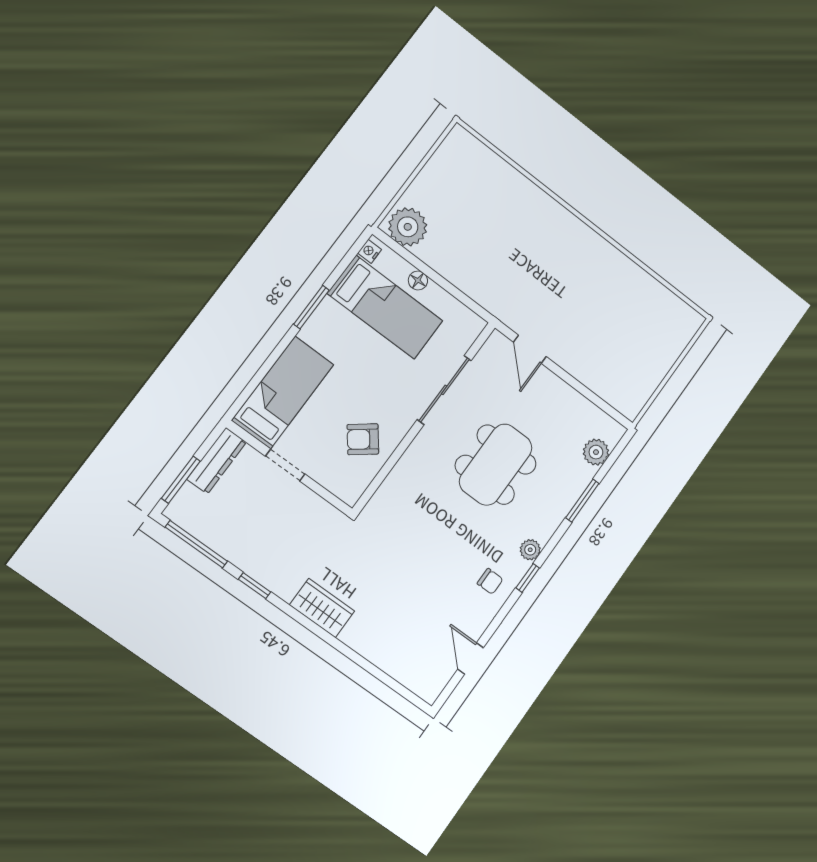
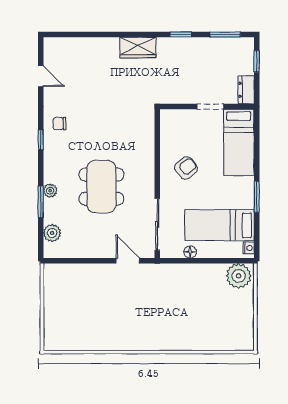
floor lamp: (418, 280) -> (190, 252), moved
sliding door: (444, 390) -> (157, 225), moved
armchair: (363, 439) -> (186, 168), moved
dresser: (217, 461) -> (246, 90), width x0.70
window: (181, 480) -> (257, 61), width x0.67
window: (196, 544) -> (225, 34), width x0.69
plant: (530, 550) -> (50, 191), moved

